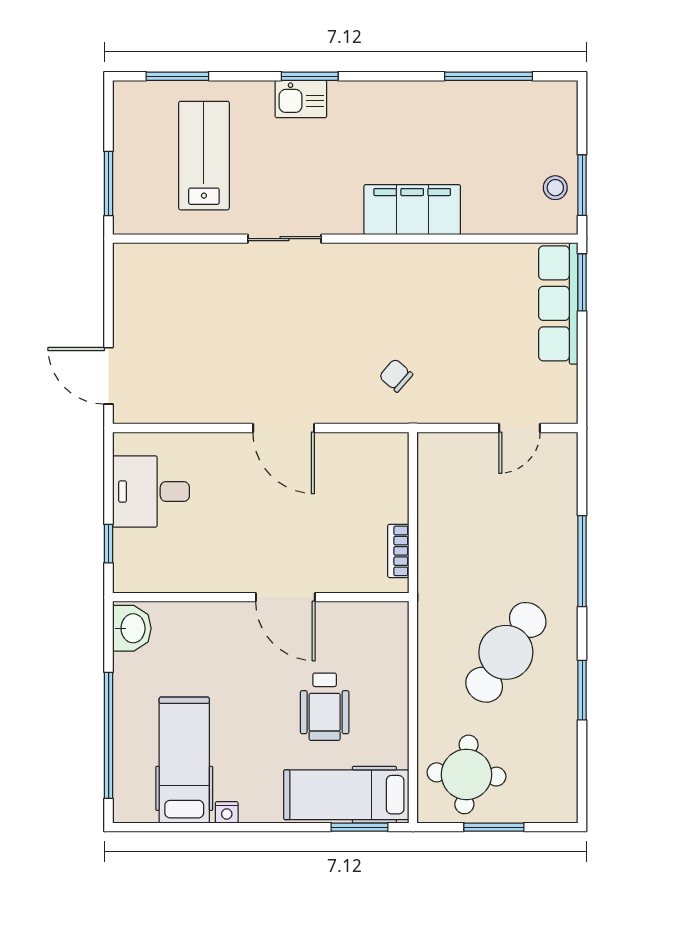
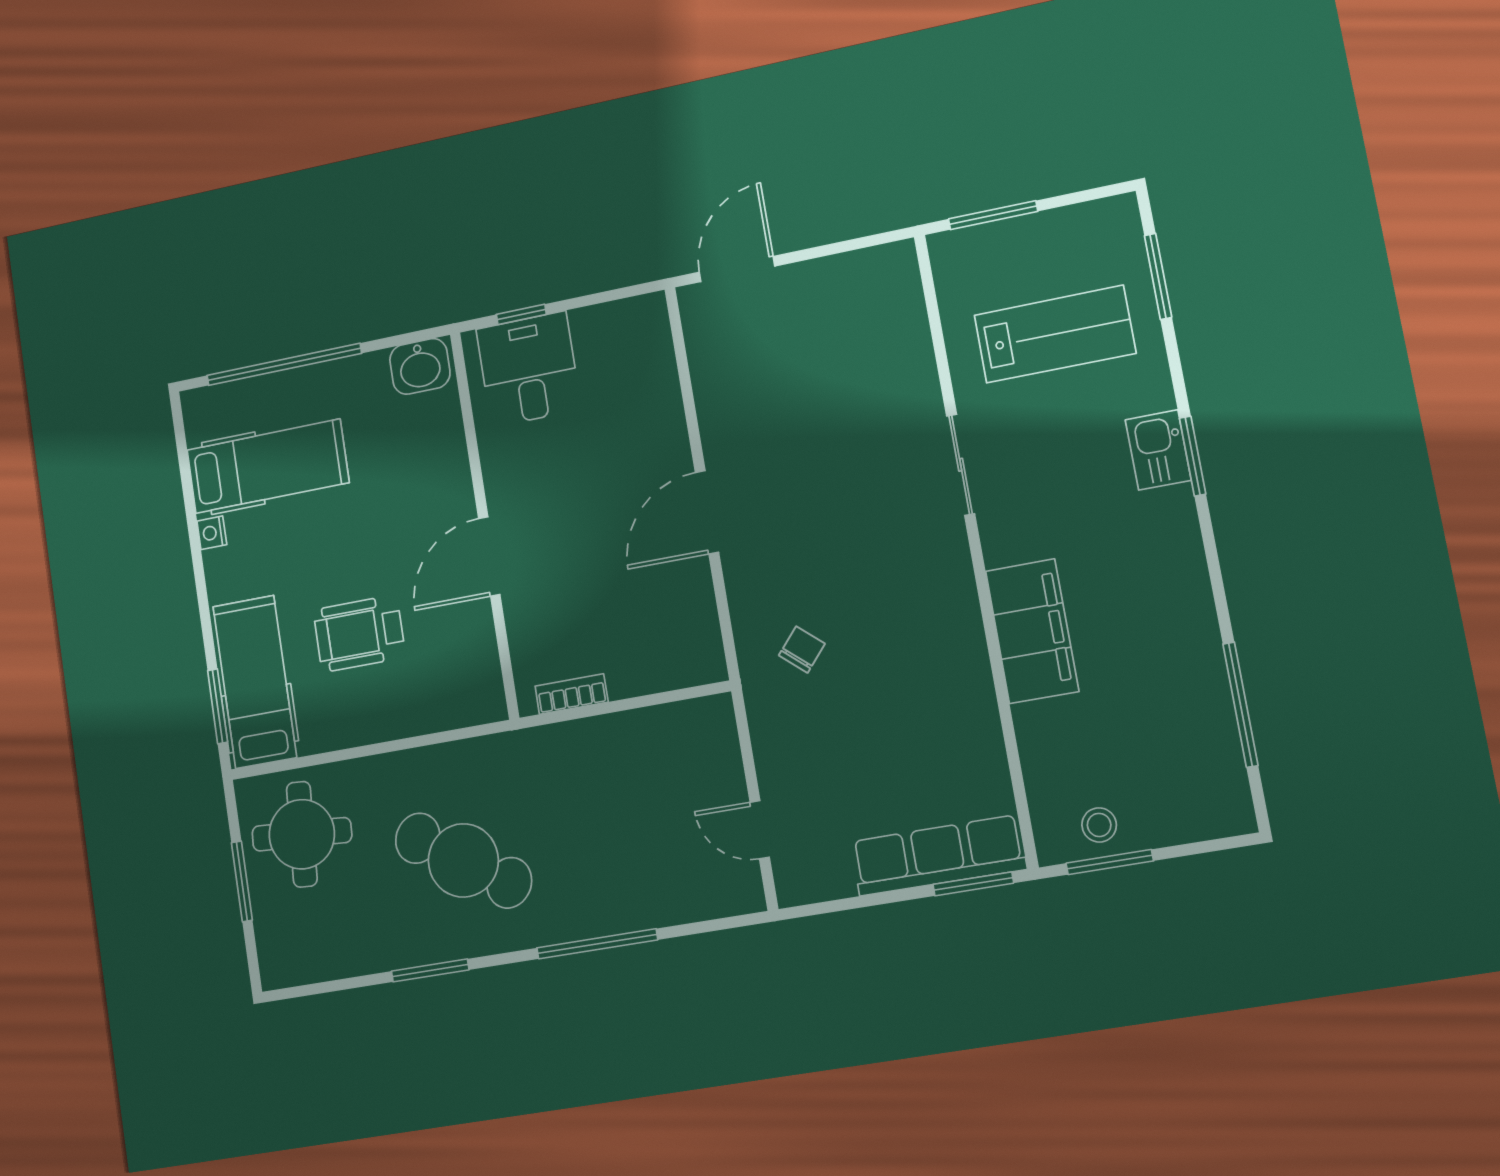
desk: (151, 492) -> (529, 369), moved

